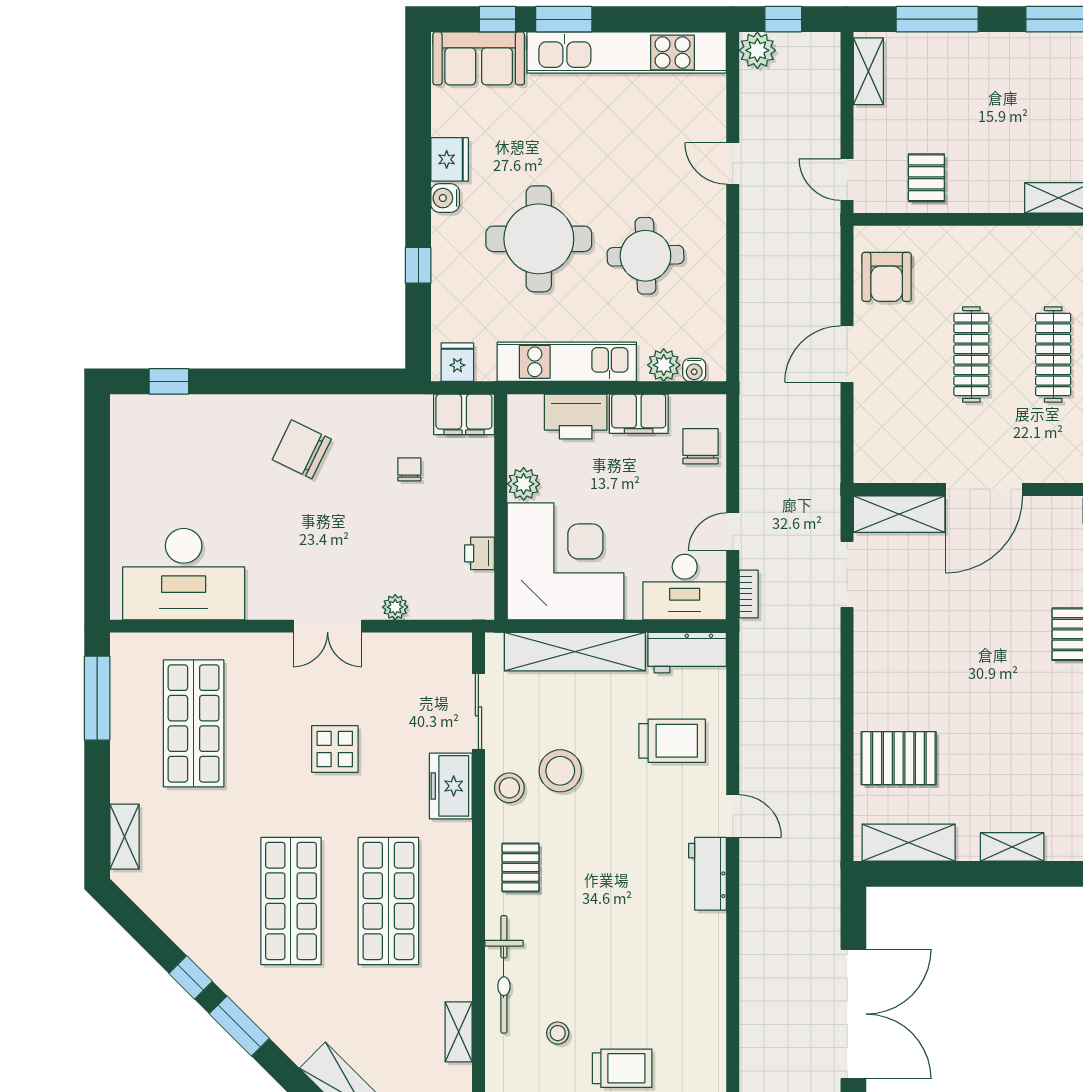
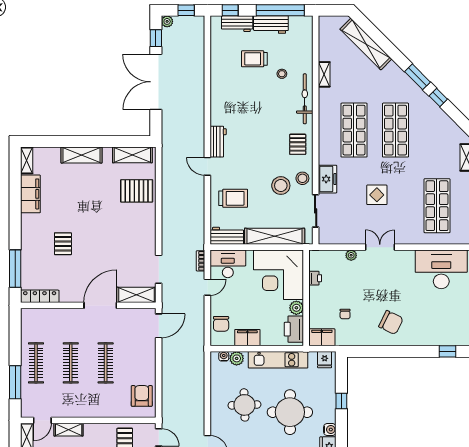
door: (847, 354) -> (159, 326), moved
printer: (576, 417) -> (294, 329), moved, turned -90
trolley: (672, 741) -> (233, 198), turned 180
shelving: (1012, 847) -> (81, 155), width x1.50, depth x1.33

